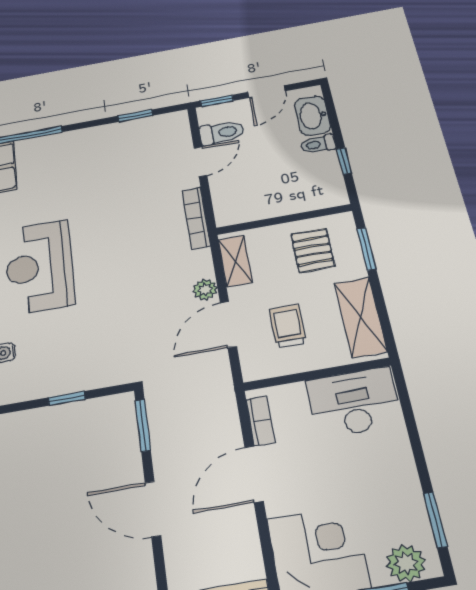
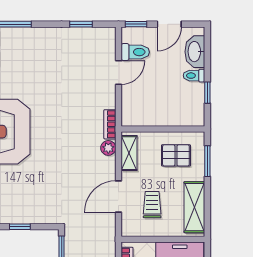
bookcase: (196, 218) -> (110, 124), width x0.64
pallet: (313, 250) -> (176, 155), turned 90
plant: (205, 290) -> (108, 148), moved

